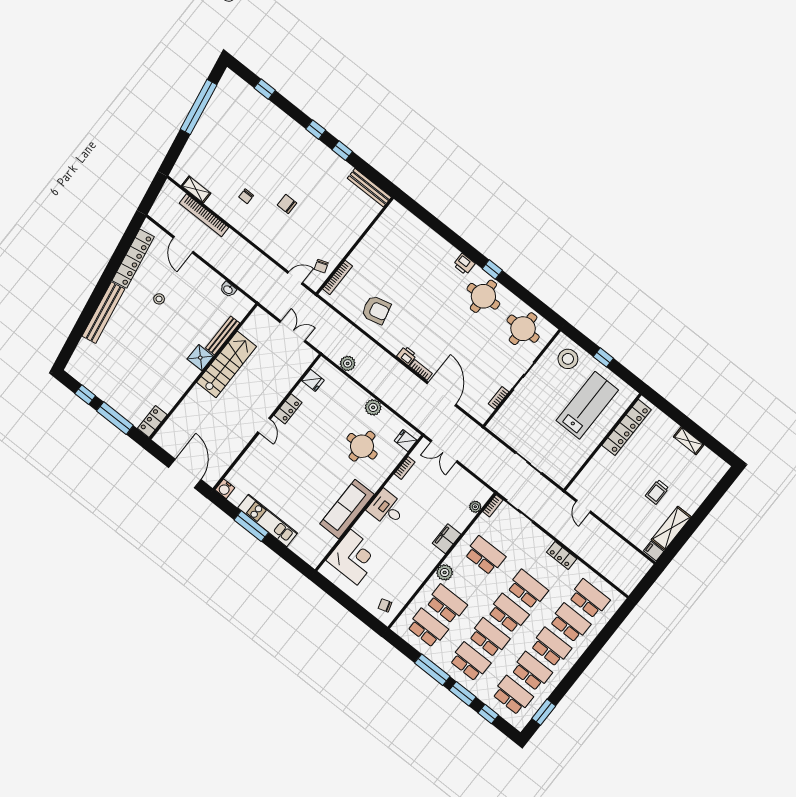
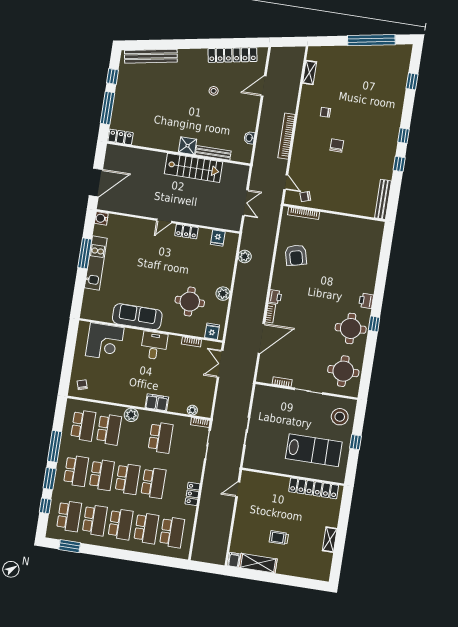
bookcase: (204, 215) -> (287, 136), moved
bench: (103, 313) -> (151, 56), moved

